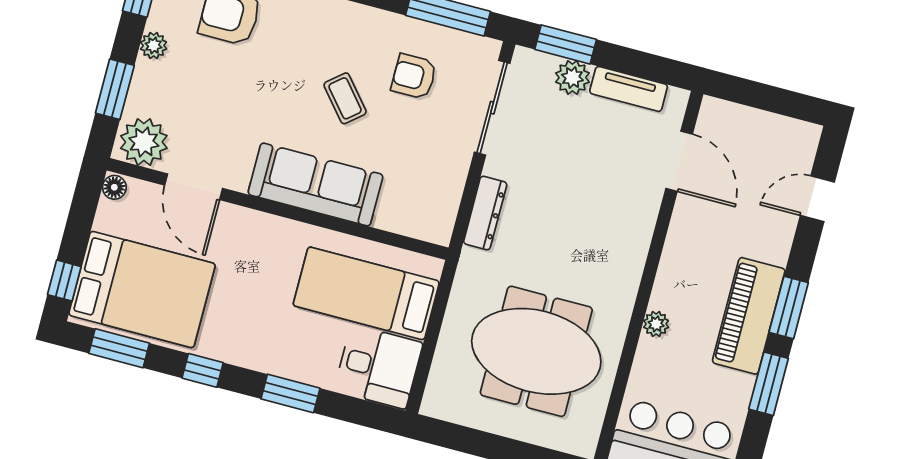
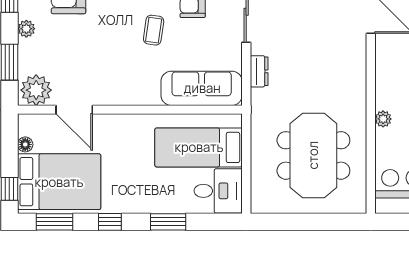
coffee table: (345, 98) -> (154, 30), turned 48
sofa: (315, 185) -> (202, 88), moved
floor lamp: (114, 187) -> (25, 144), moved
dresser: (485, 213) -> (259, 71), width x0.70
meeting table: (536, 351) -> (313, 155), turned 90

